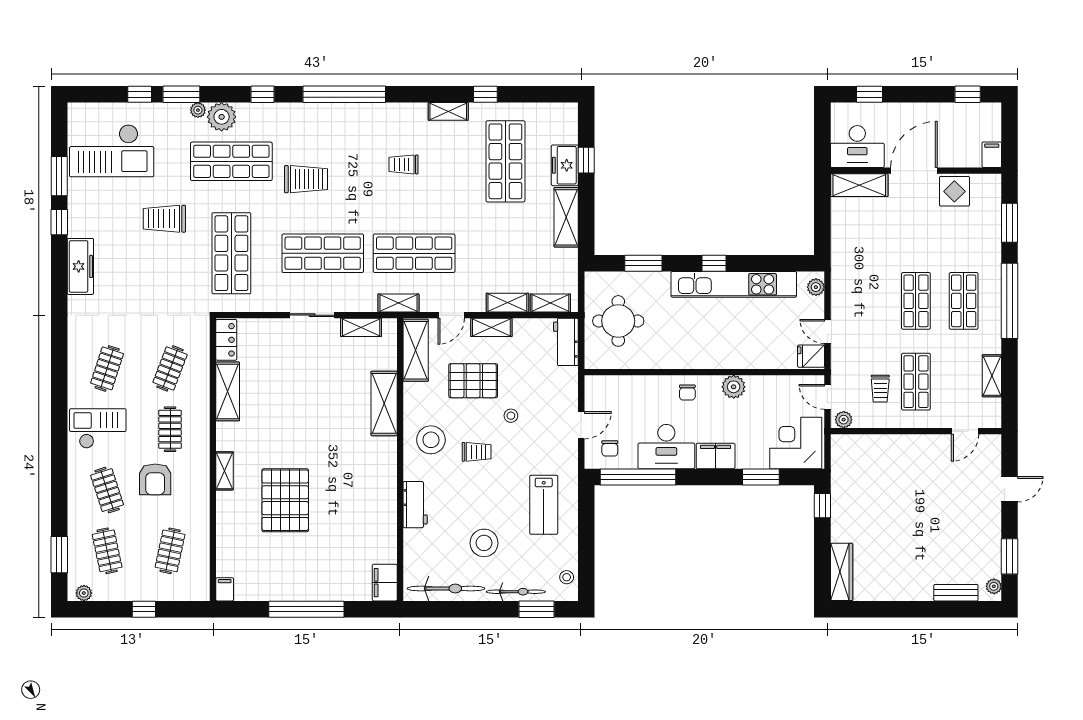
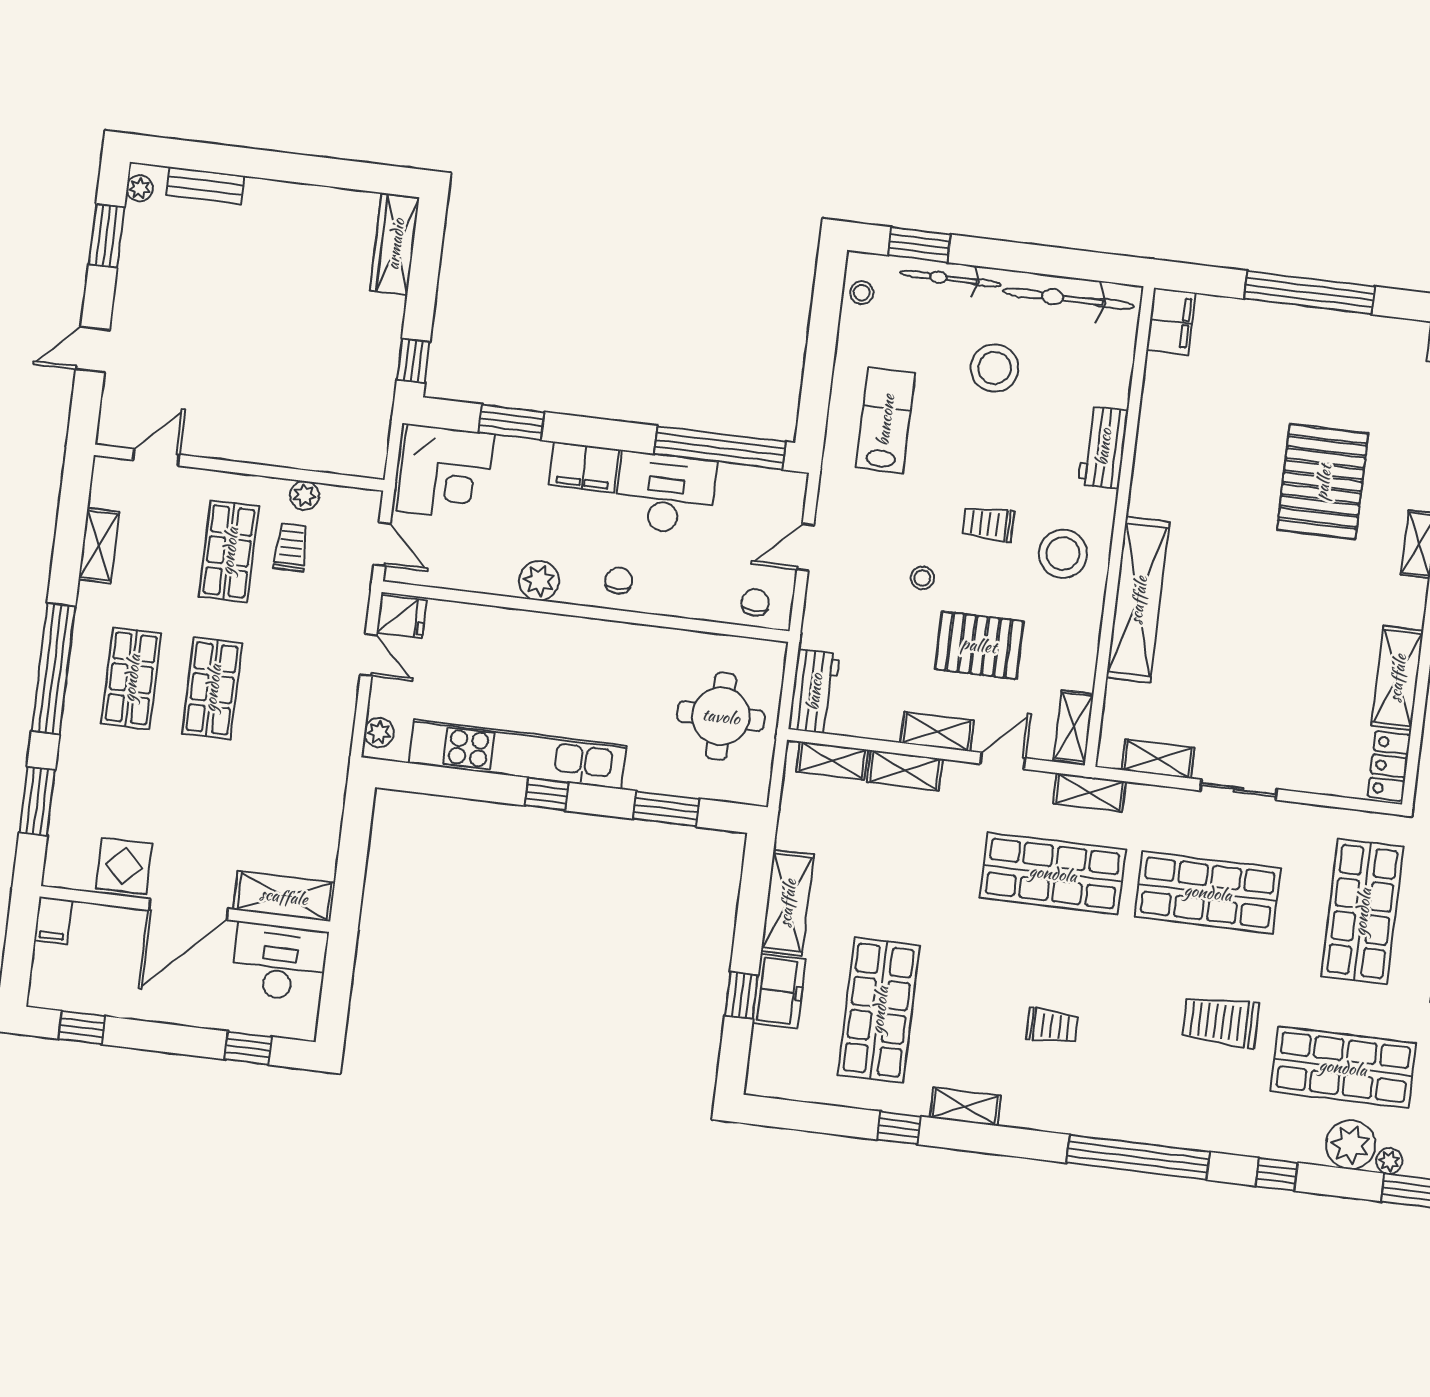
shelving: (416, 350) -> (1073, 727), width x0.67, depth x0.75
shelving: (384, 403) -> (1138, 600), width x1.47
plant: (844, 420) -> (304, 495), moved
chair: (610, 448) -> (755, 602), moved

